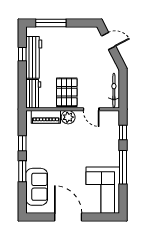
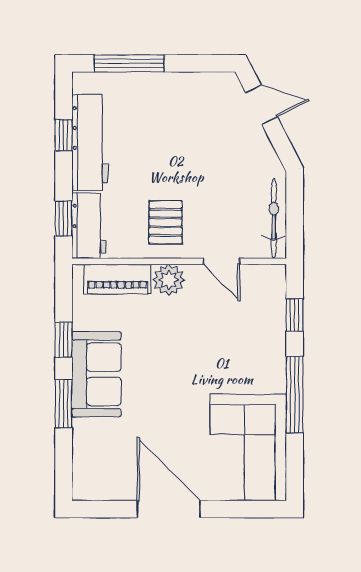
window: (22, 90) -> (64, 218), added
pallet: (67, 92) -> (166, 222), width x0.67, depth x0.71
sofa: (37, 187) -> (96, 374), moved

